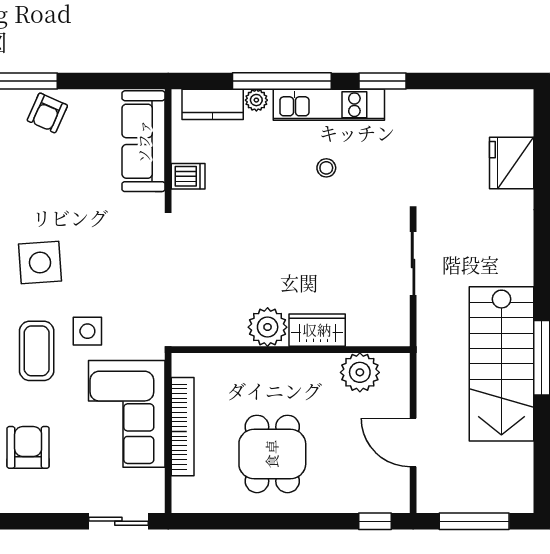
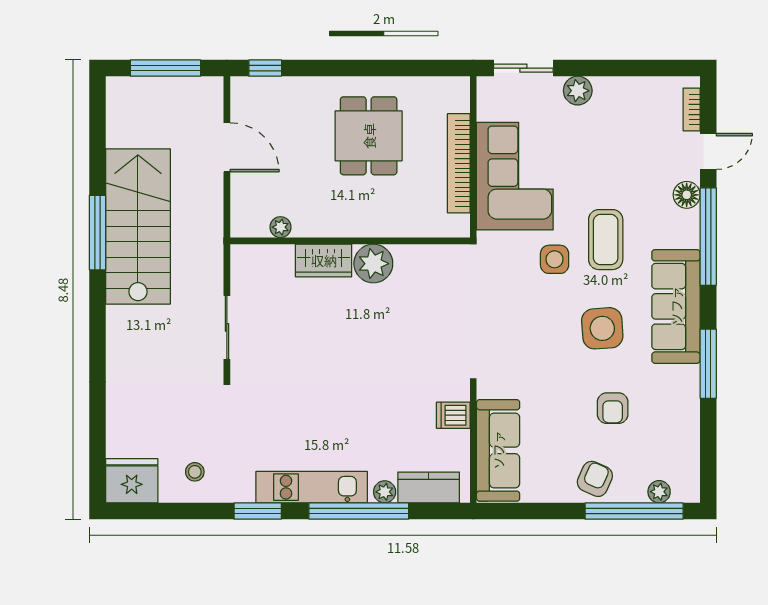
fridge: (512, 163) -> (132, 481), moved, turned -90
stool: (326, 168) -> (195, 472), moved
plant: (360, 372) -> (280, 227), width x0.53, depth x0.53
armchair: (28, 447) -> (613, 408), moved, width x0.72, depth x0.72
plant: (64, 499) -> (578, 91), added

